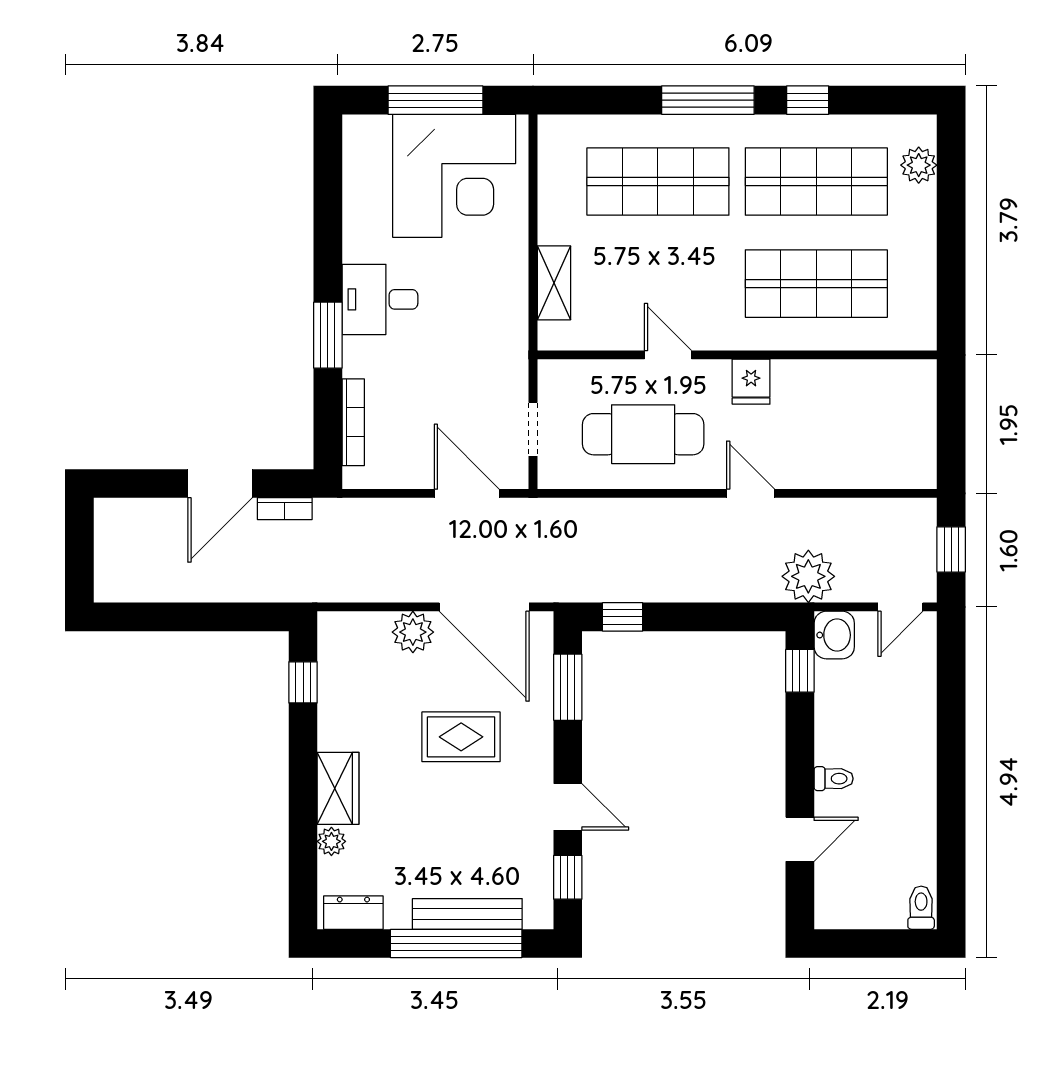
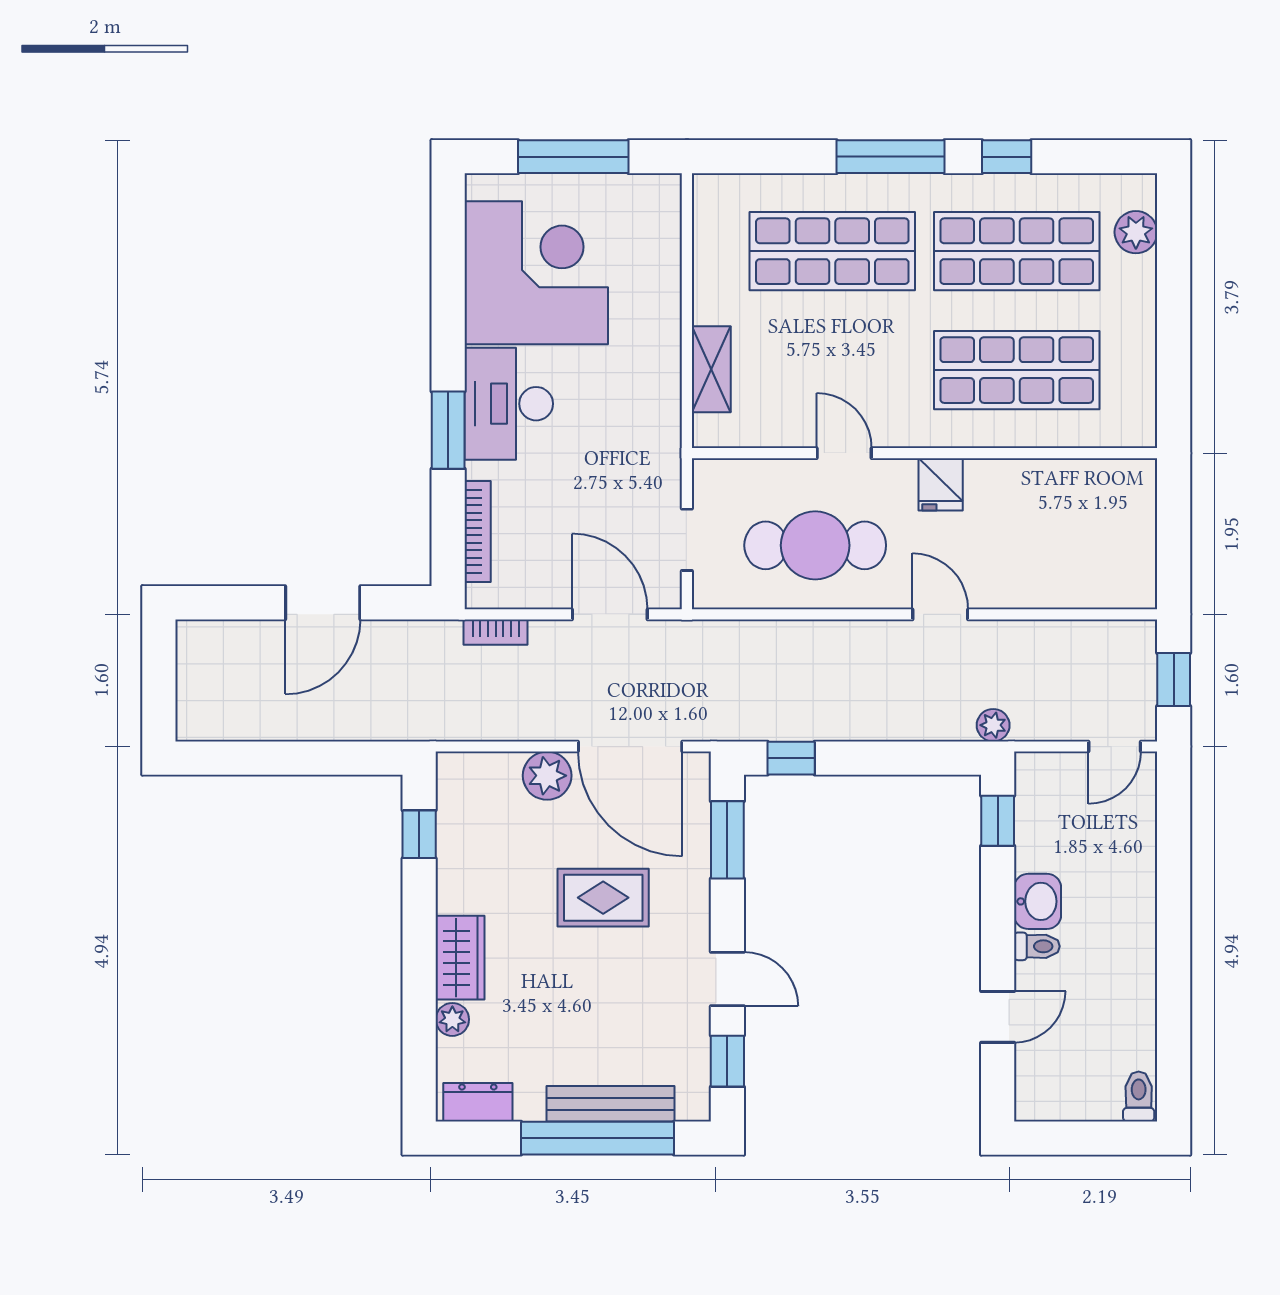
corner desk: (454, 176) -> (536, 273), moved, turned -90
desk: (380, 299) -> (509, 404), width x1.37
bookcase: (285, 509) -> (496, 632), moved
plant: (808, 576) -> (993, 725), width x0.53, depth x0.53
washbasin: (834, 635) -> (1038, 901), moved

